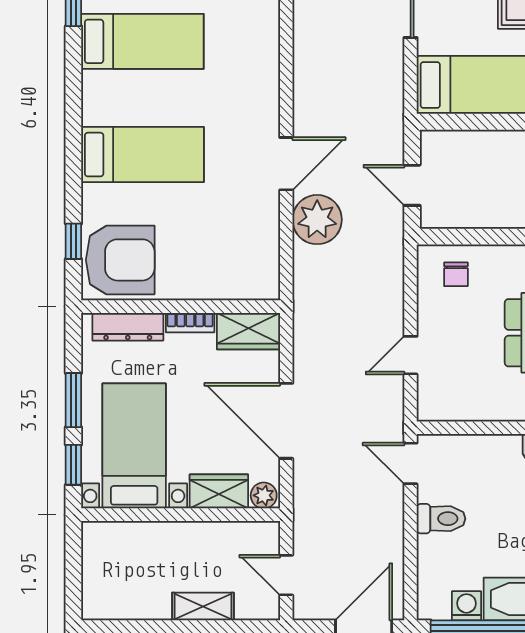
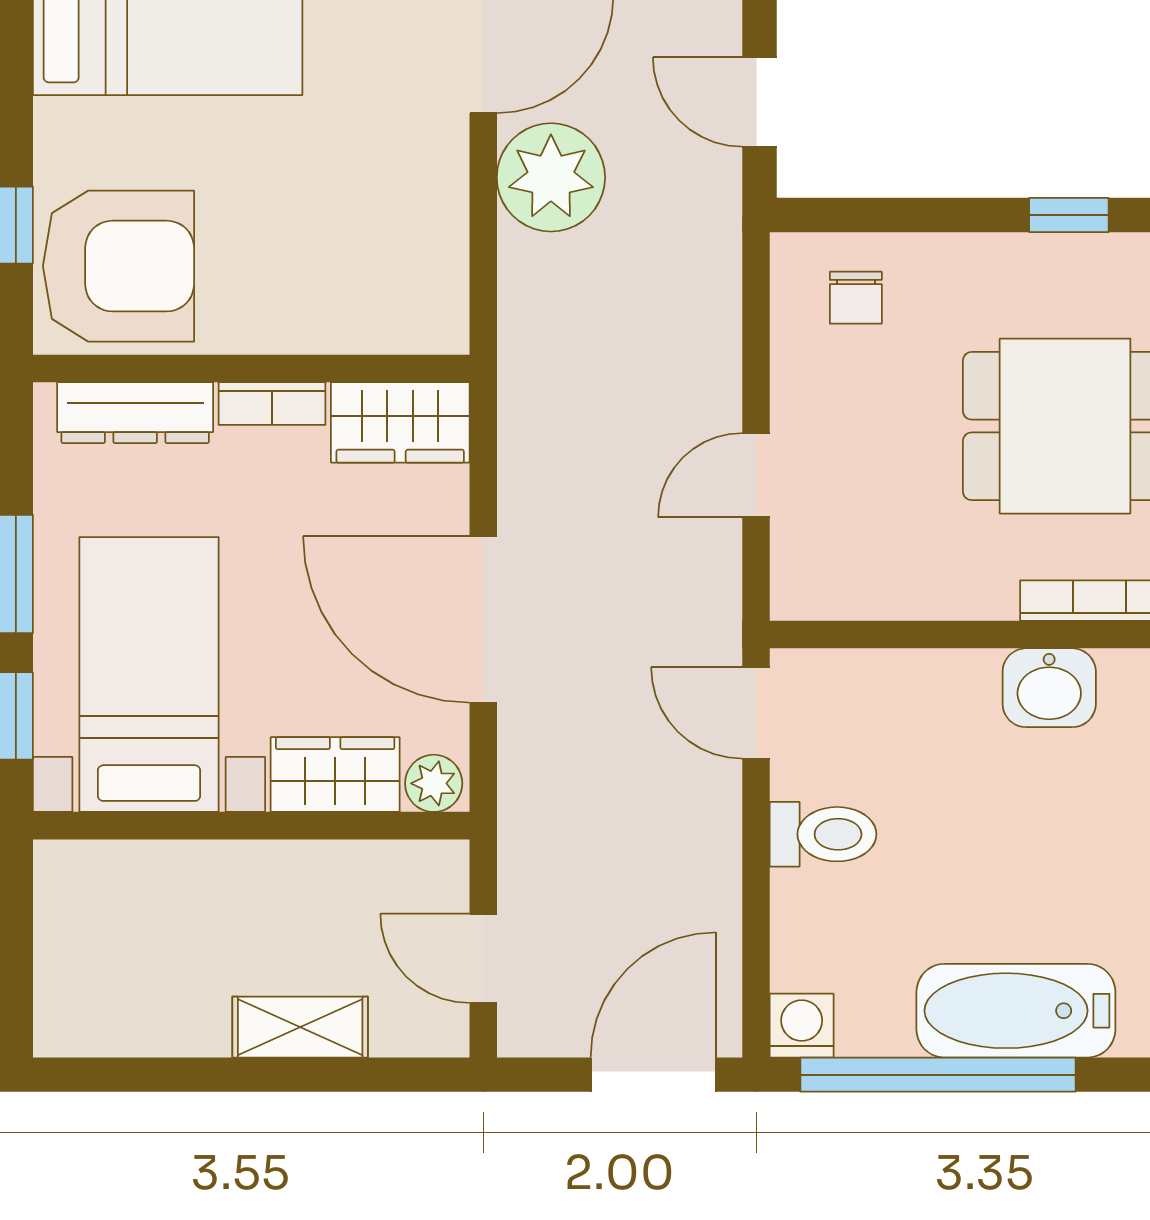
washing machine: (467, 606) -> (802, 1026), moved

